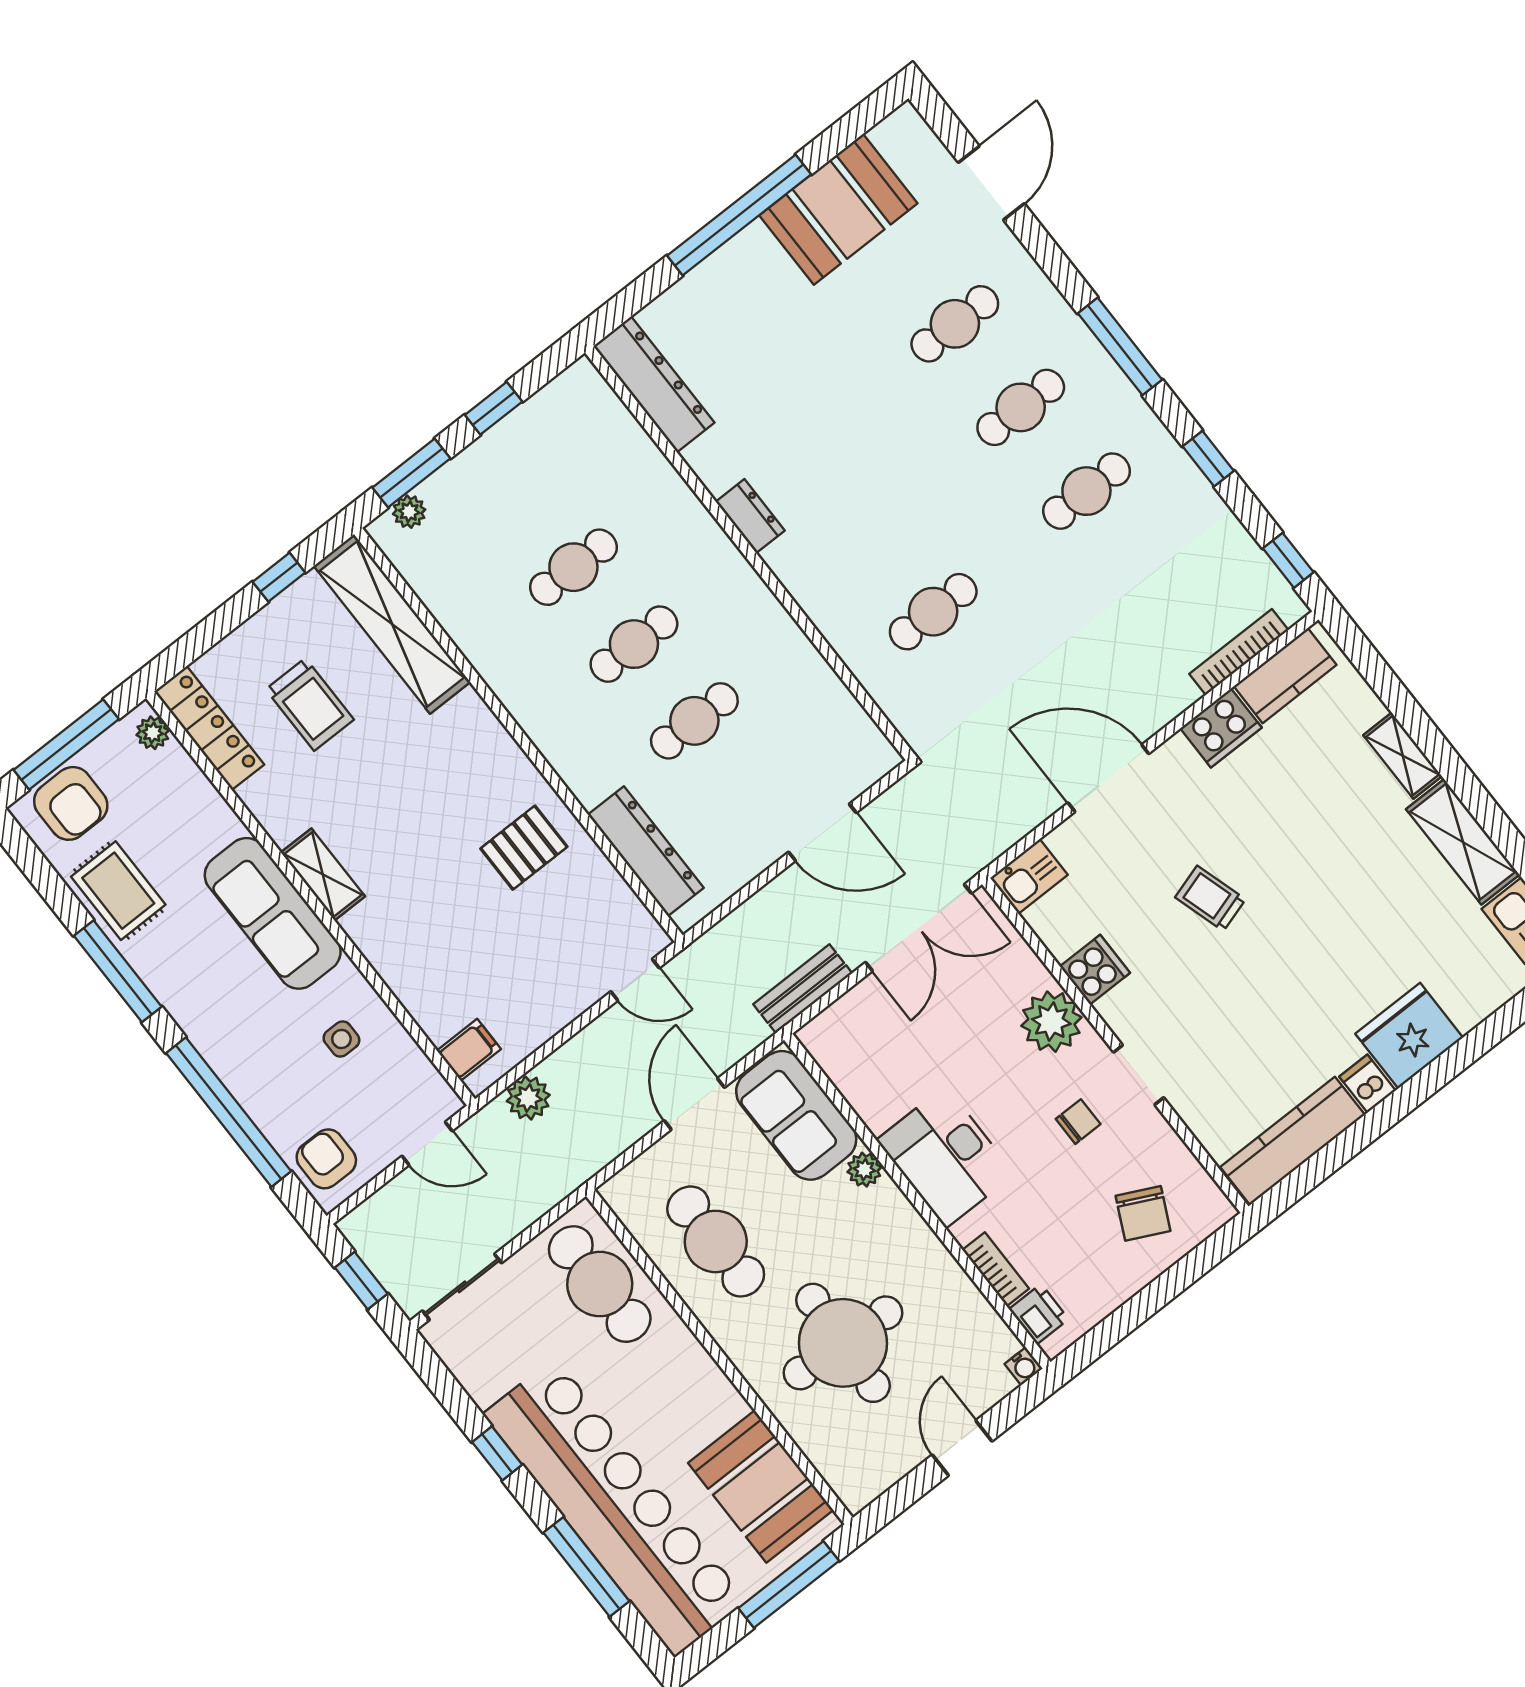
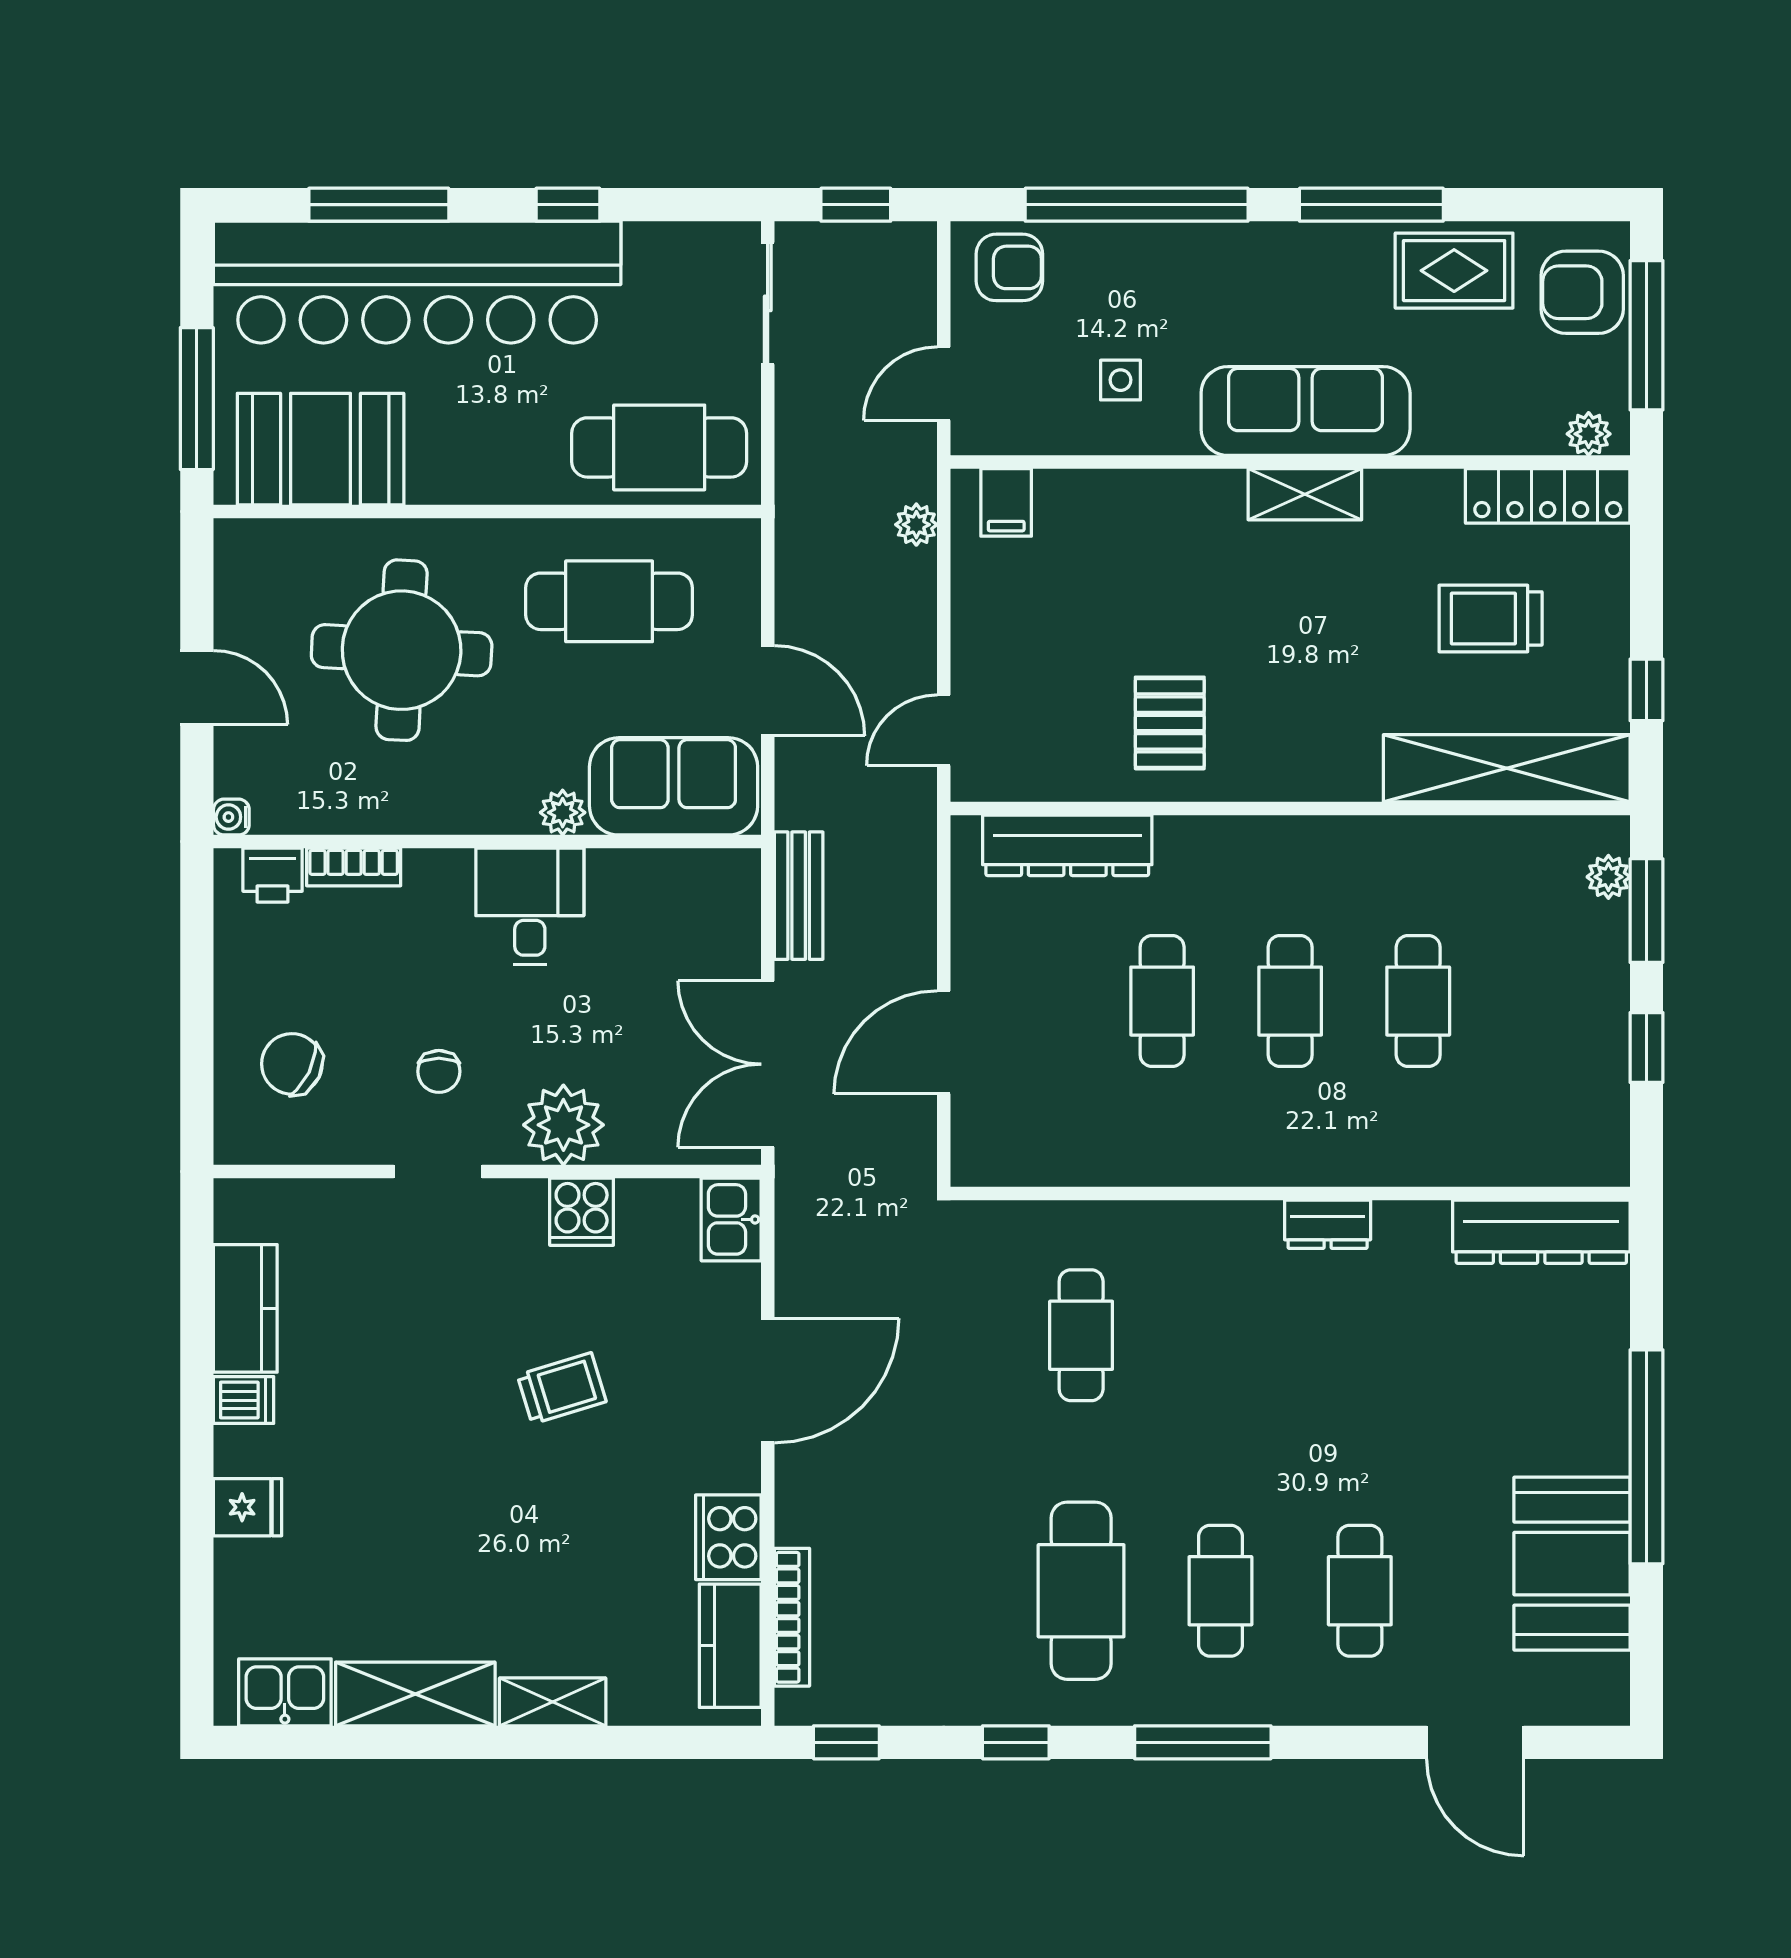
cafe table: (1086, 491) -> (1081, 1591), width x1.37, depth x1.35
fridge: (1409, 1036) -> (248, 1507), width x0.53, depth x0.75
plant: (528, 1098) -> (916, 525), width x0.73, depth x0.73
kitchen counter: (1293, 1141) -> (245, 1308), width x0.67
desk: (946, 1157) -> (530, 906), width x0.73

